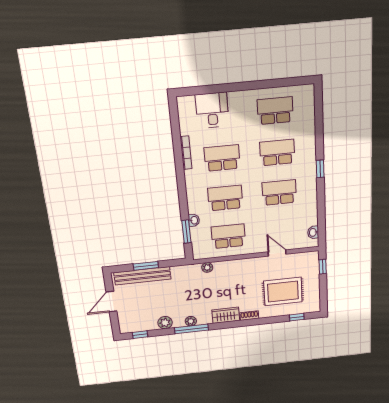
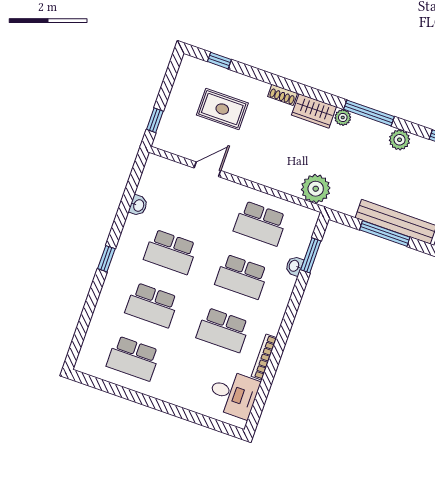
desk: (212, 110) -> (234, 394), moved, turned -90
washbasin: (313, 232) -> (138, 205), moved
door: (277, 253) -> (207, 169), swing flipped
window: (146, 266) -> (385, 233), width x1.44
plant: (207, 267) -> (316, 189), width x1.88, depth x1.88
rug: (283, 291) -> (222, 109), width x0.73, depth x0.70
plant: (191, 321) -> (343, 117), moved

